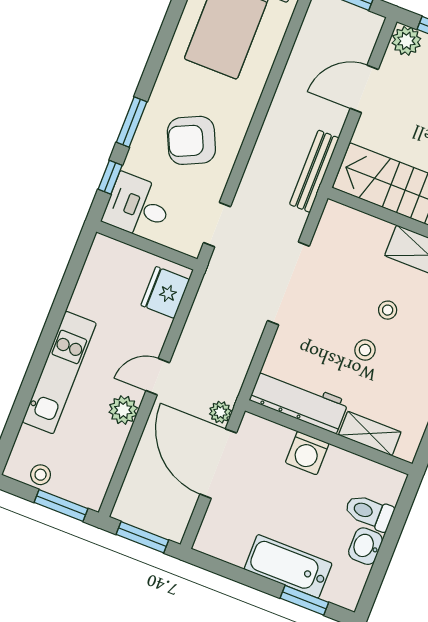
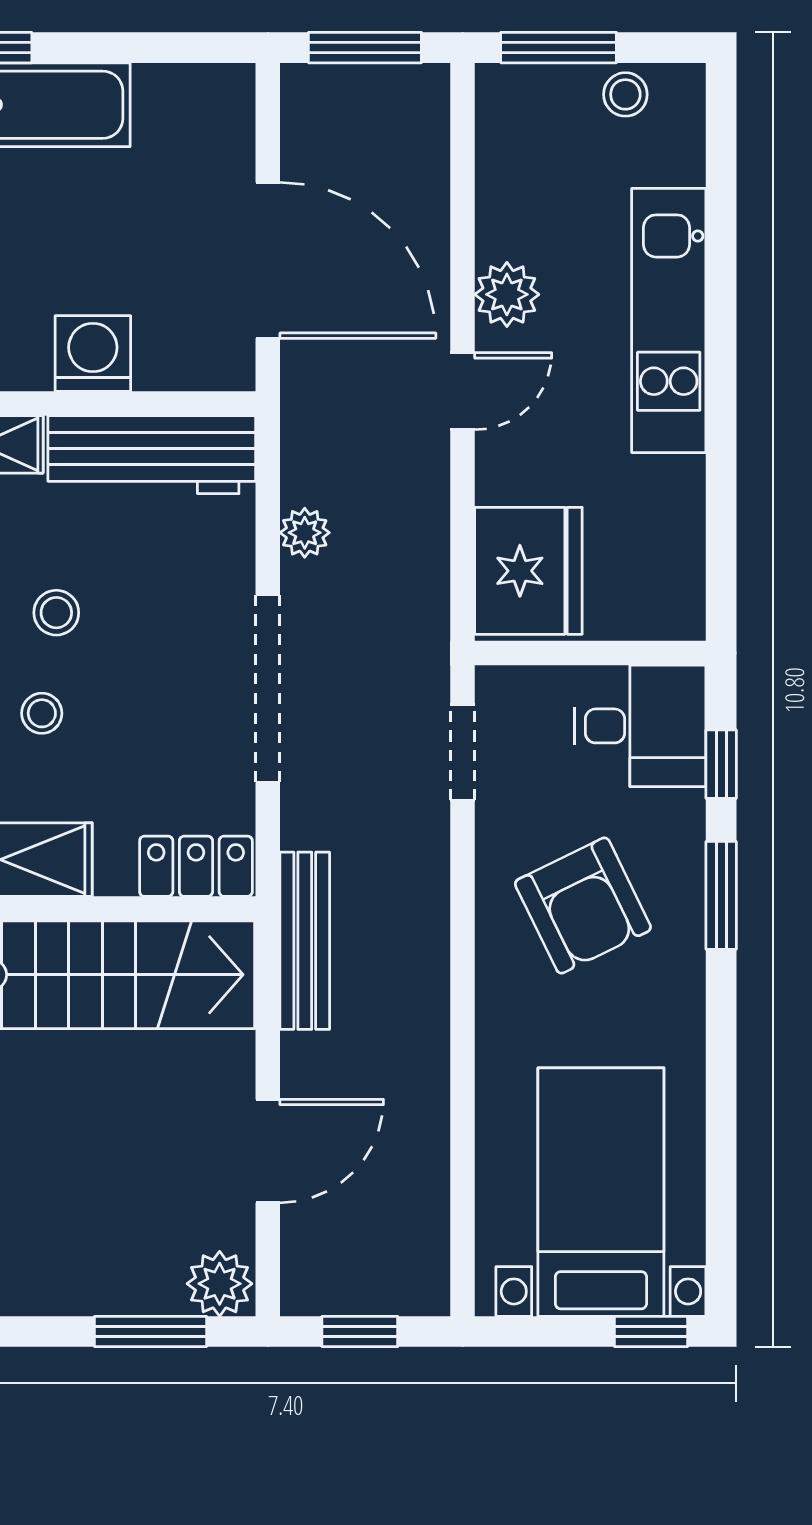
armchair: (191, 140) -> (583, 906), turned 89
locker: (348, 220) -> (196, 866), added
fridge: (165, 292) -> (528, 571), width x1.36, depth x1.34
plant: (220, 412) -> (305, 533), moved

